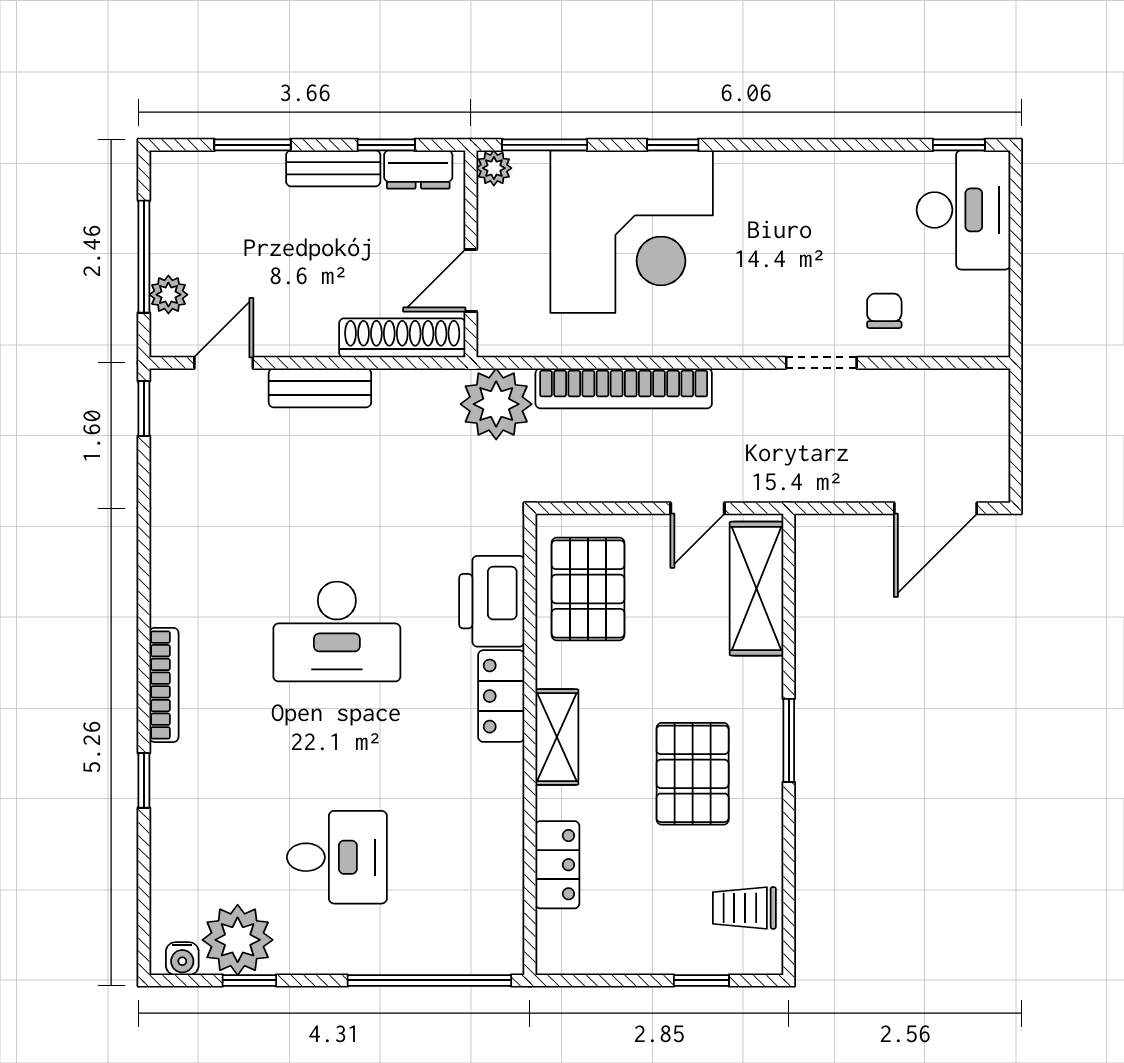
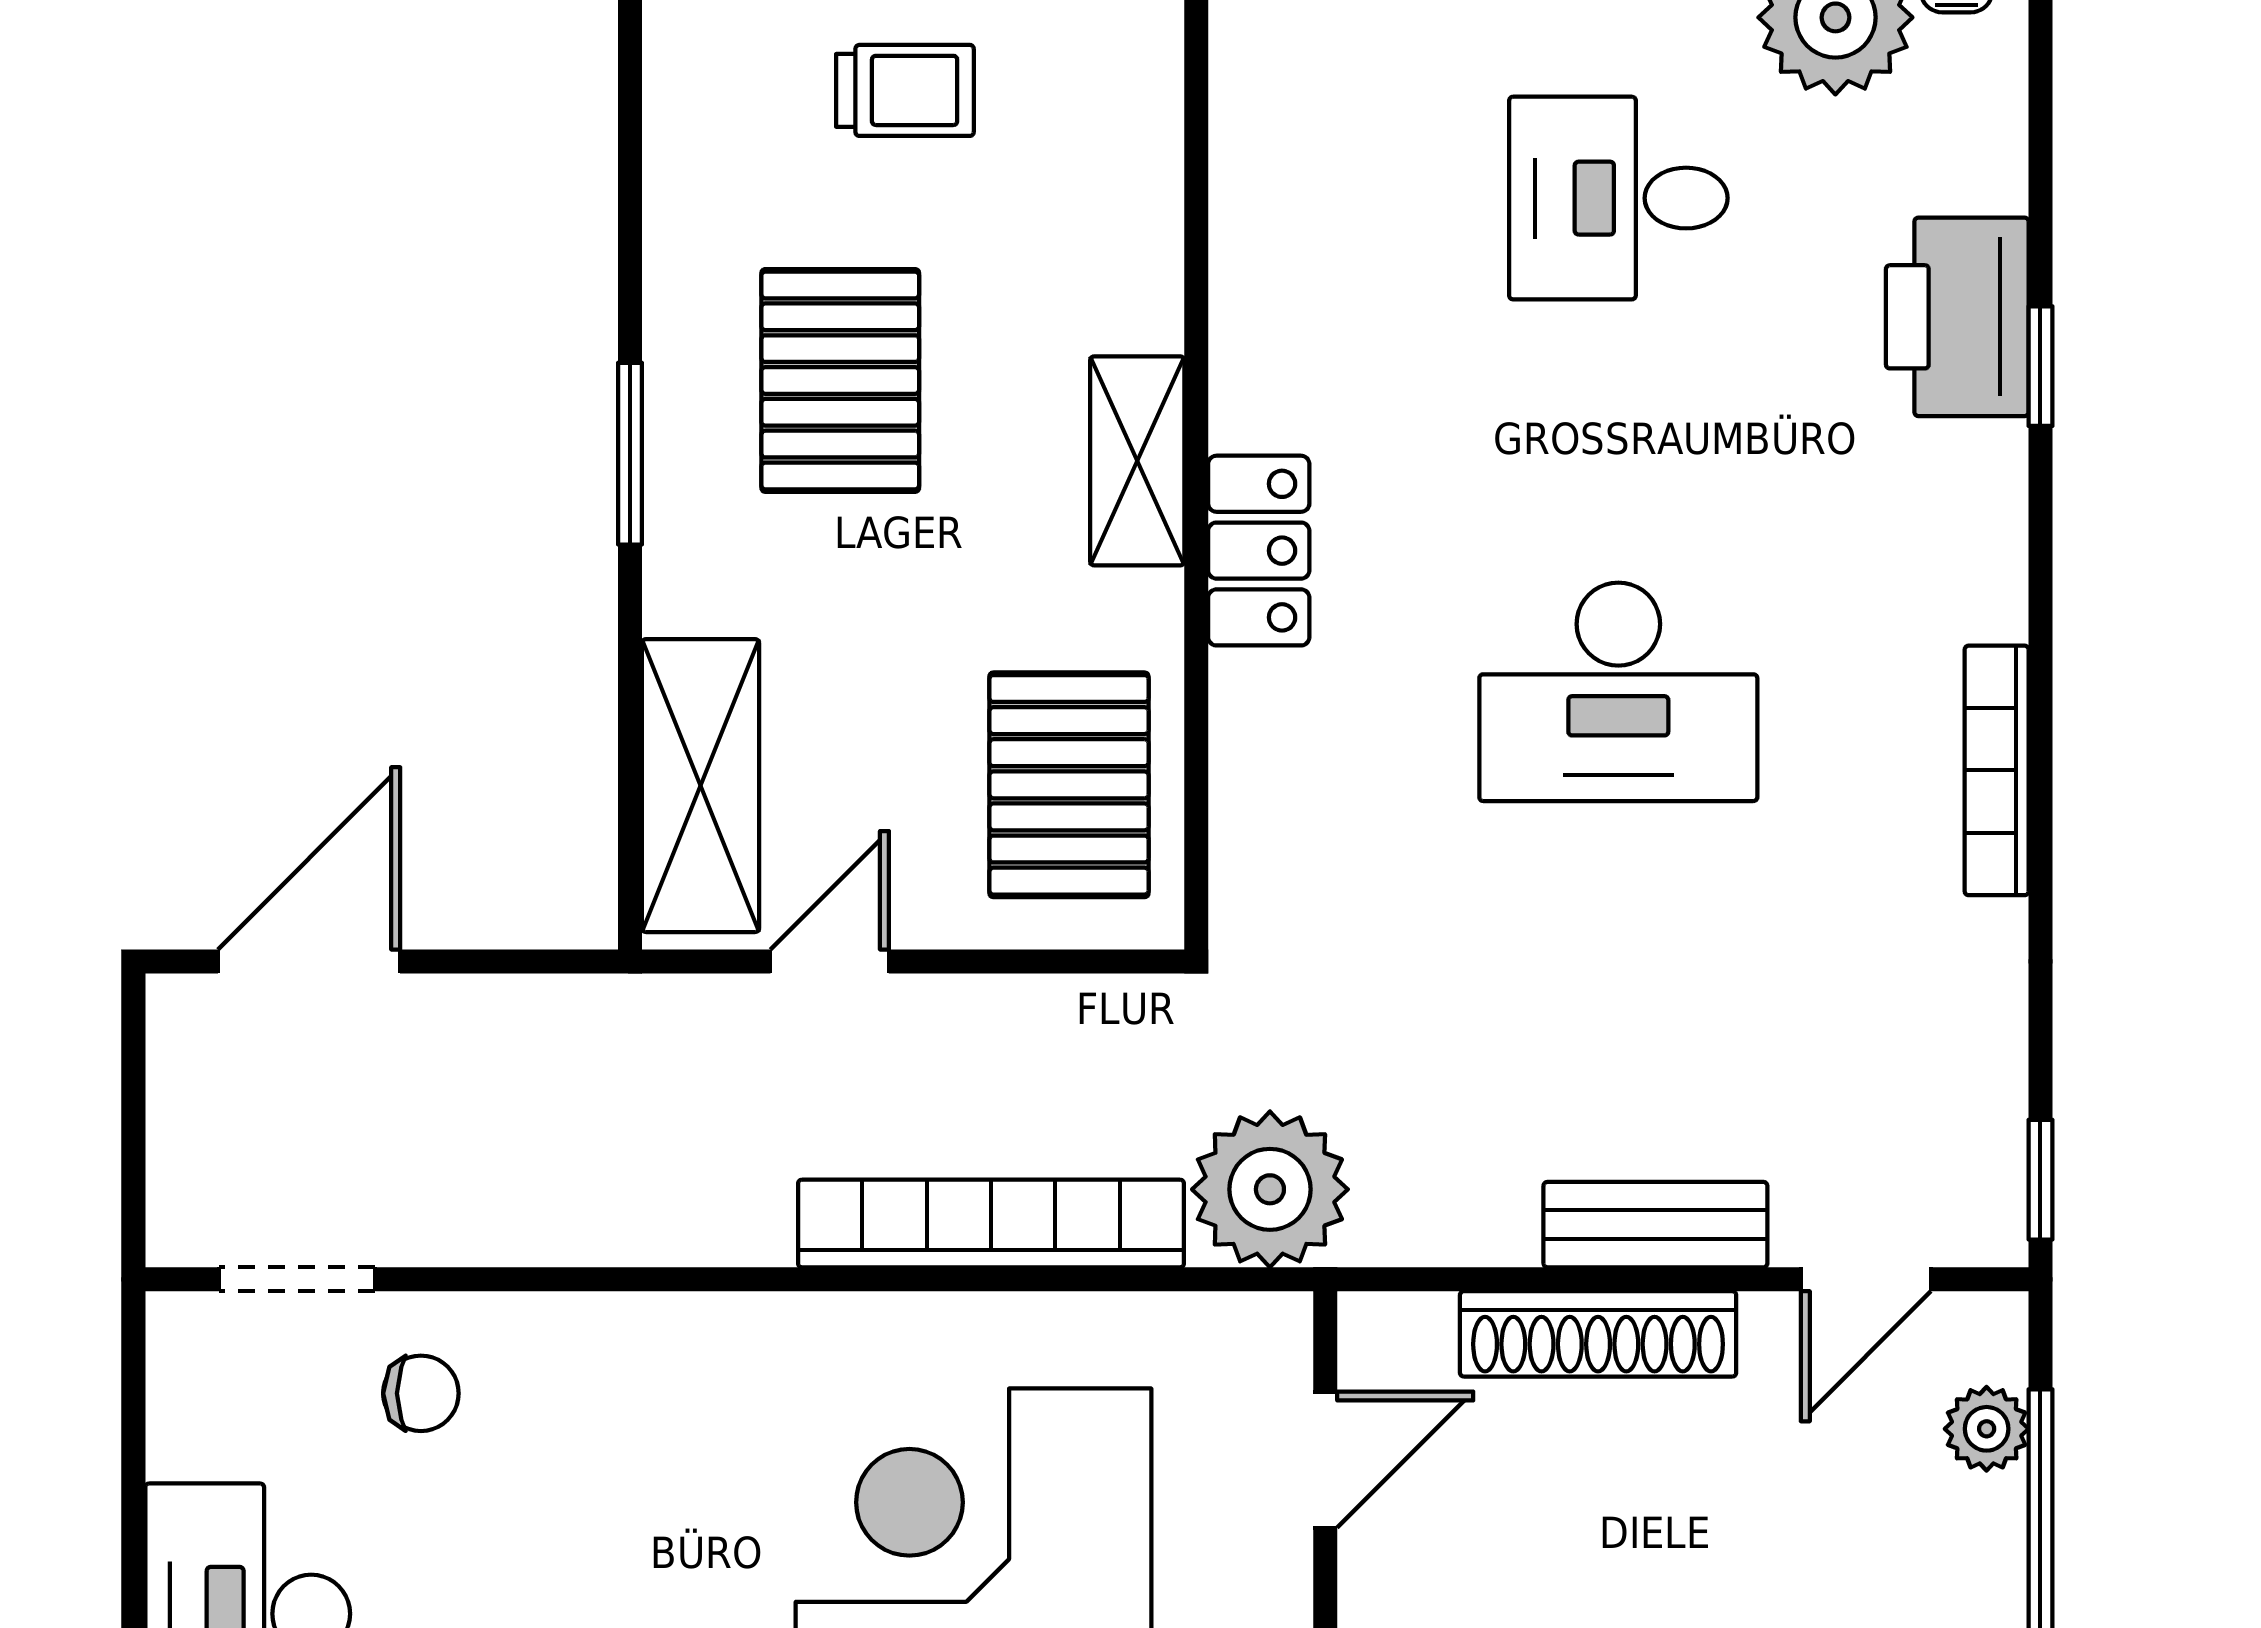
chair: (884, 311) -> (421, 1393), turned -90
shoe rack: (402, 338) -> (1598, 1334), moved
doorway: (821, 363) -> (297, 1279), moved
printer: (492, 601) -> (1957, 317), moved, turned 180
desk: (337, 631) -> (1618, 692), turned 180
bookcase: (164, 685) -> (1997, 770), moved
locker: (557, 865) -> (1136, 182), removed
trolley: (744, 908) -> (905, 90), moved

